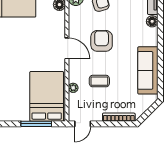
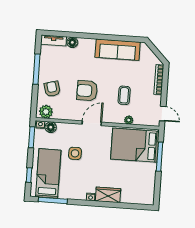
side table: (33, 33) -> (75, 153), added

